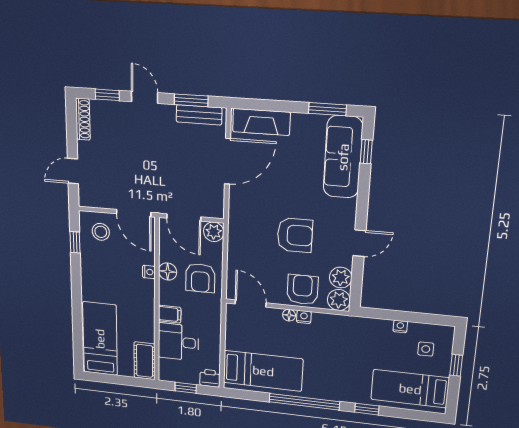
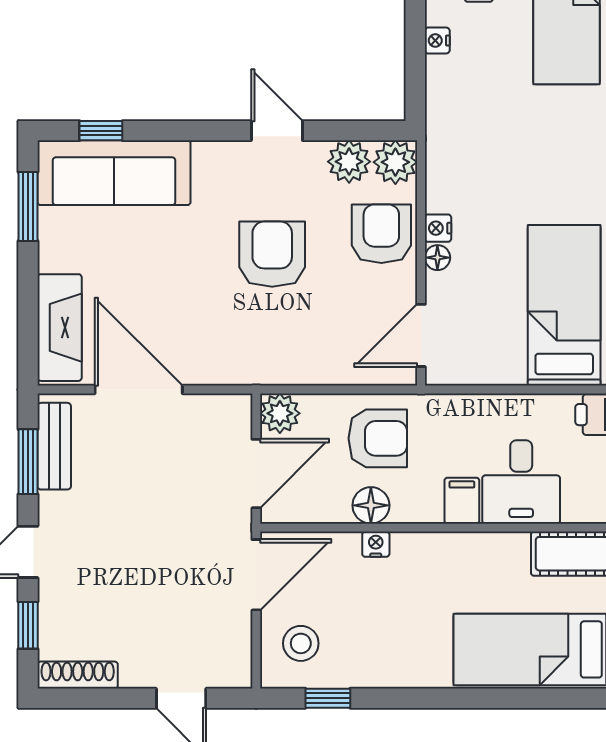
armchair: (303, 290) -> (381, 234), turned 90

